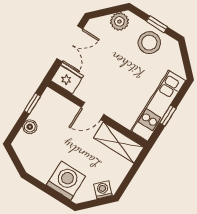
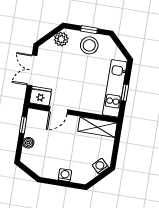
double door: (70, 44) -> (32, 70), swing flipped
door: (93, 111) -> (58, 110), moved
washing machine: (66, 181) -> (65, 175), width x0.53, depth x0.53

